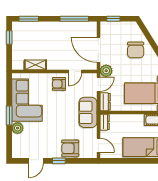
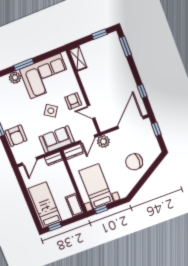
window: (74, 19) -> (142, 91), width x0.46
door: (98, 50) -> (131, 122), moved
shelving: (35, 65) -> (78, 59), moved
door: (98, 84) -> (88, 139), hinge flipped
side table: (60, 107) -> (51, 111), added
armchair: (70, 148) -> (16, 136), turned 180

